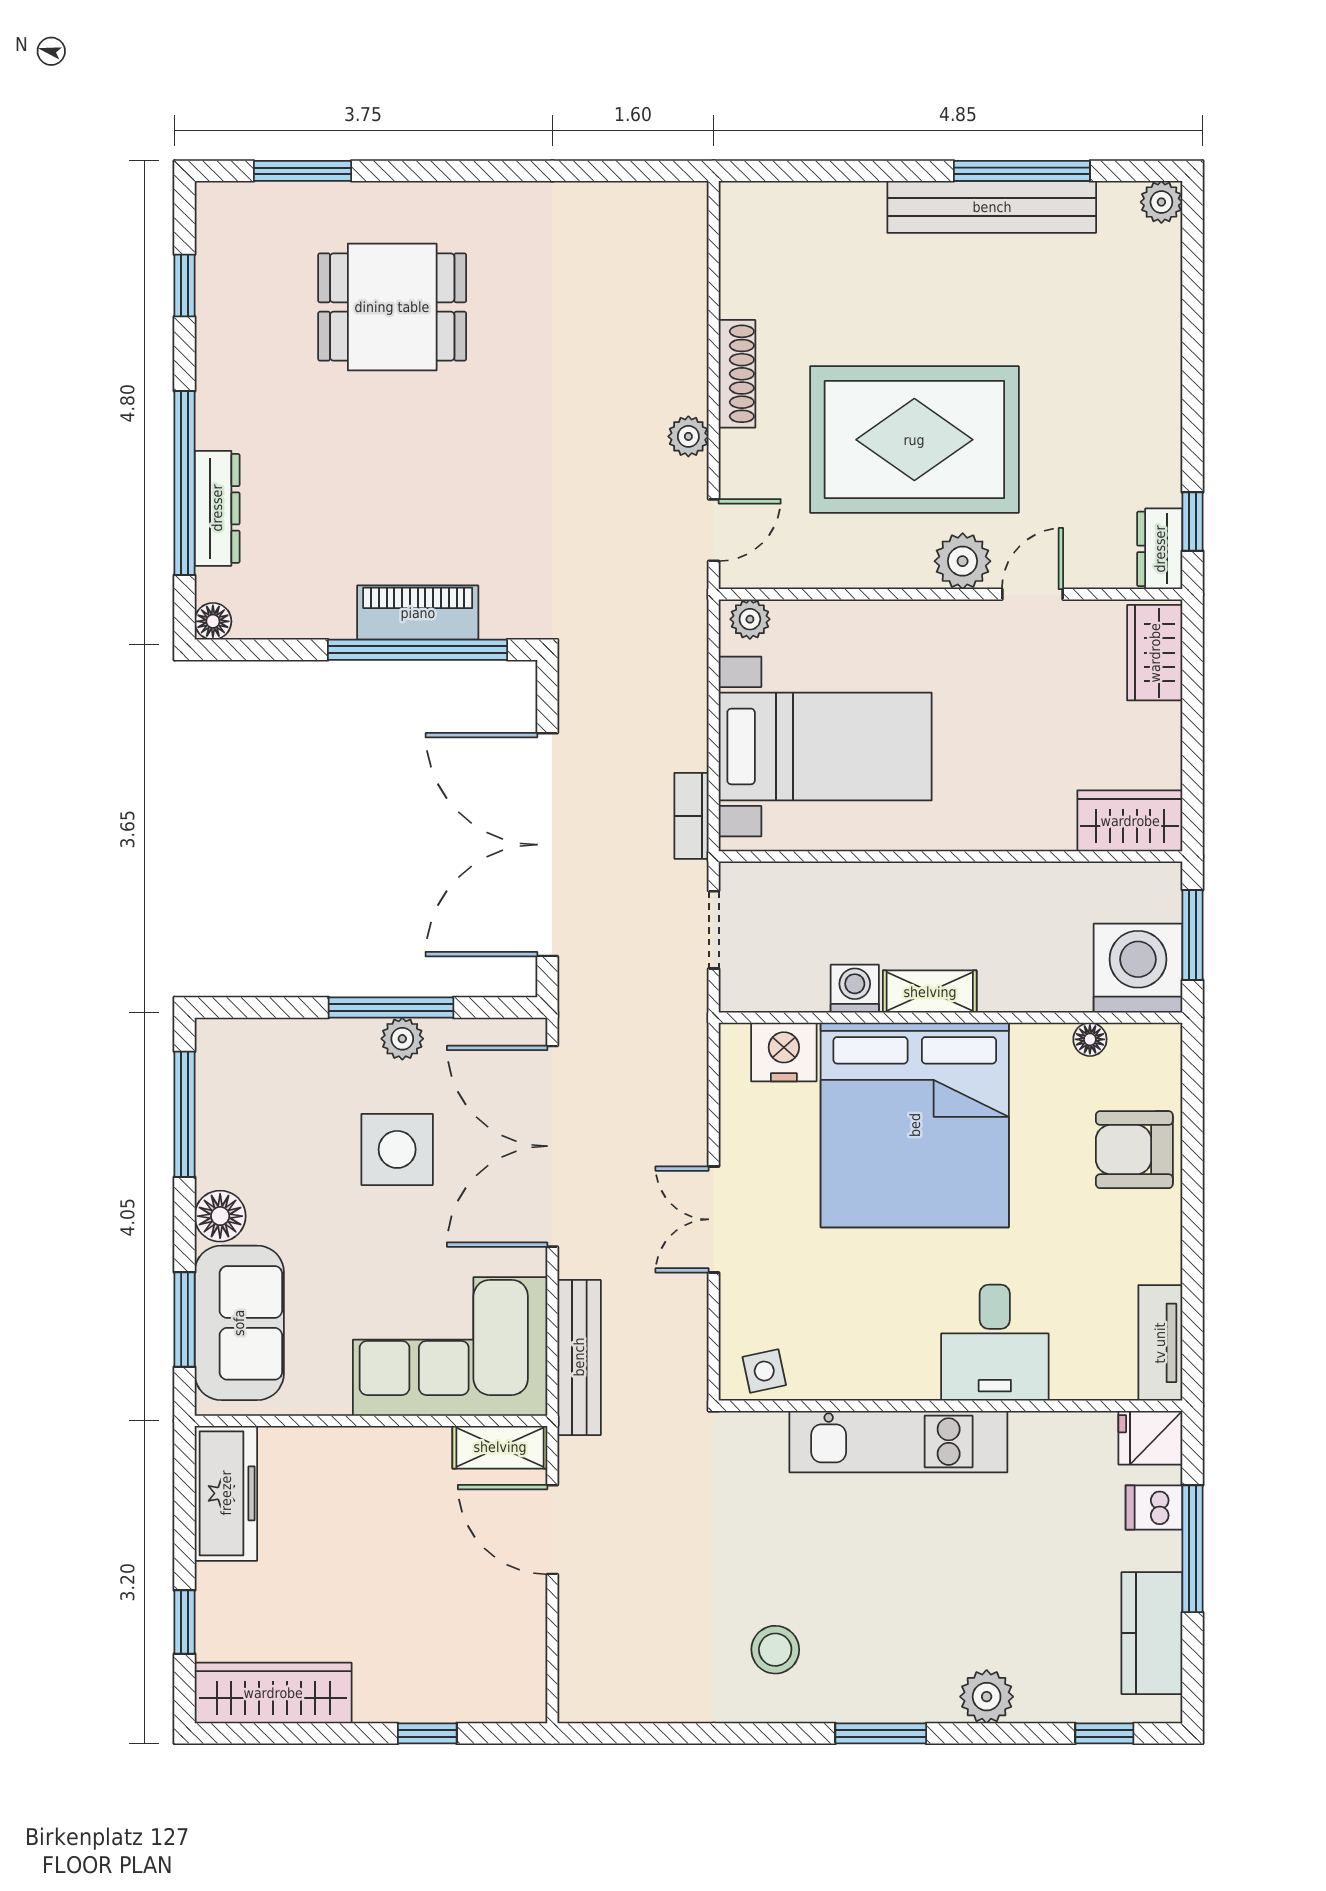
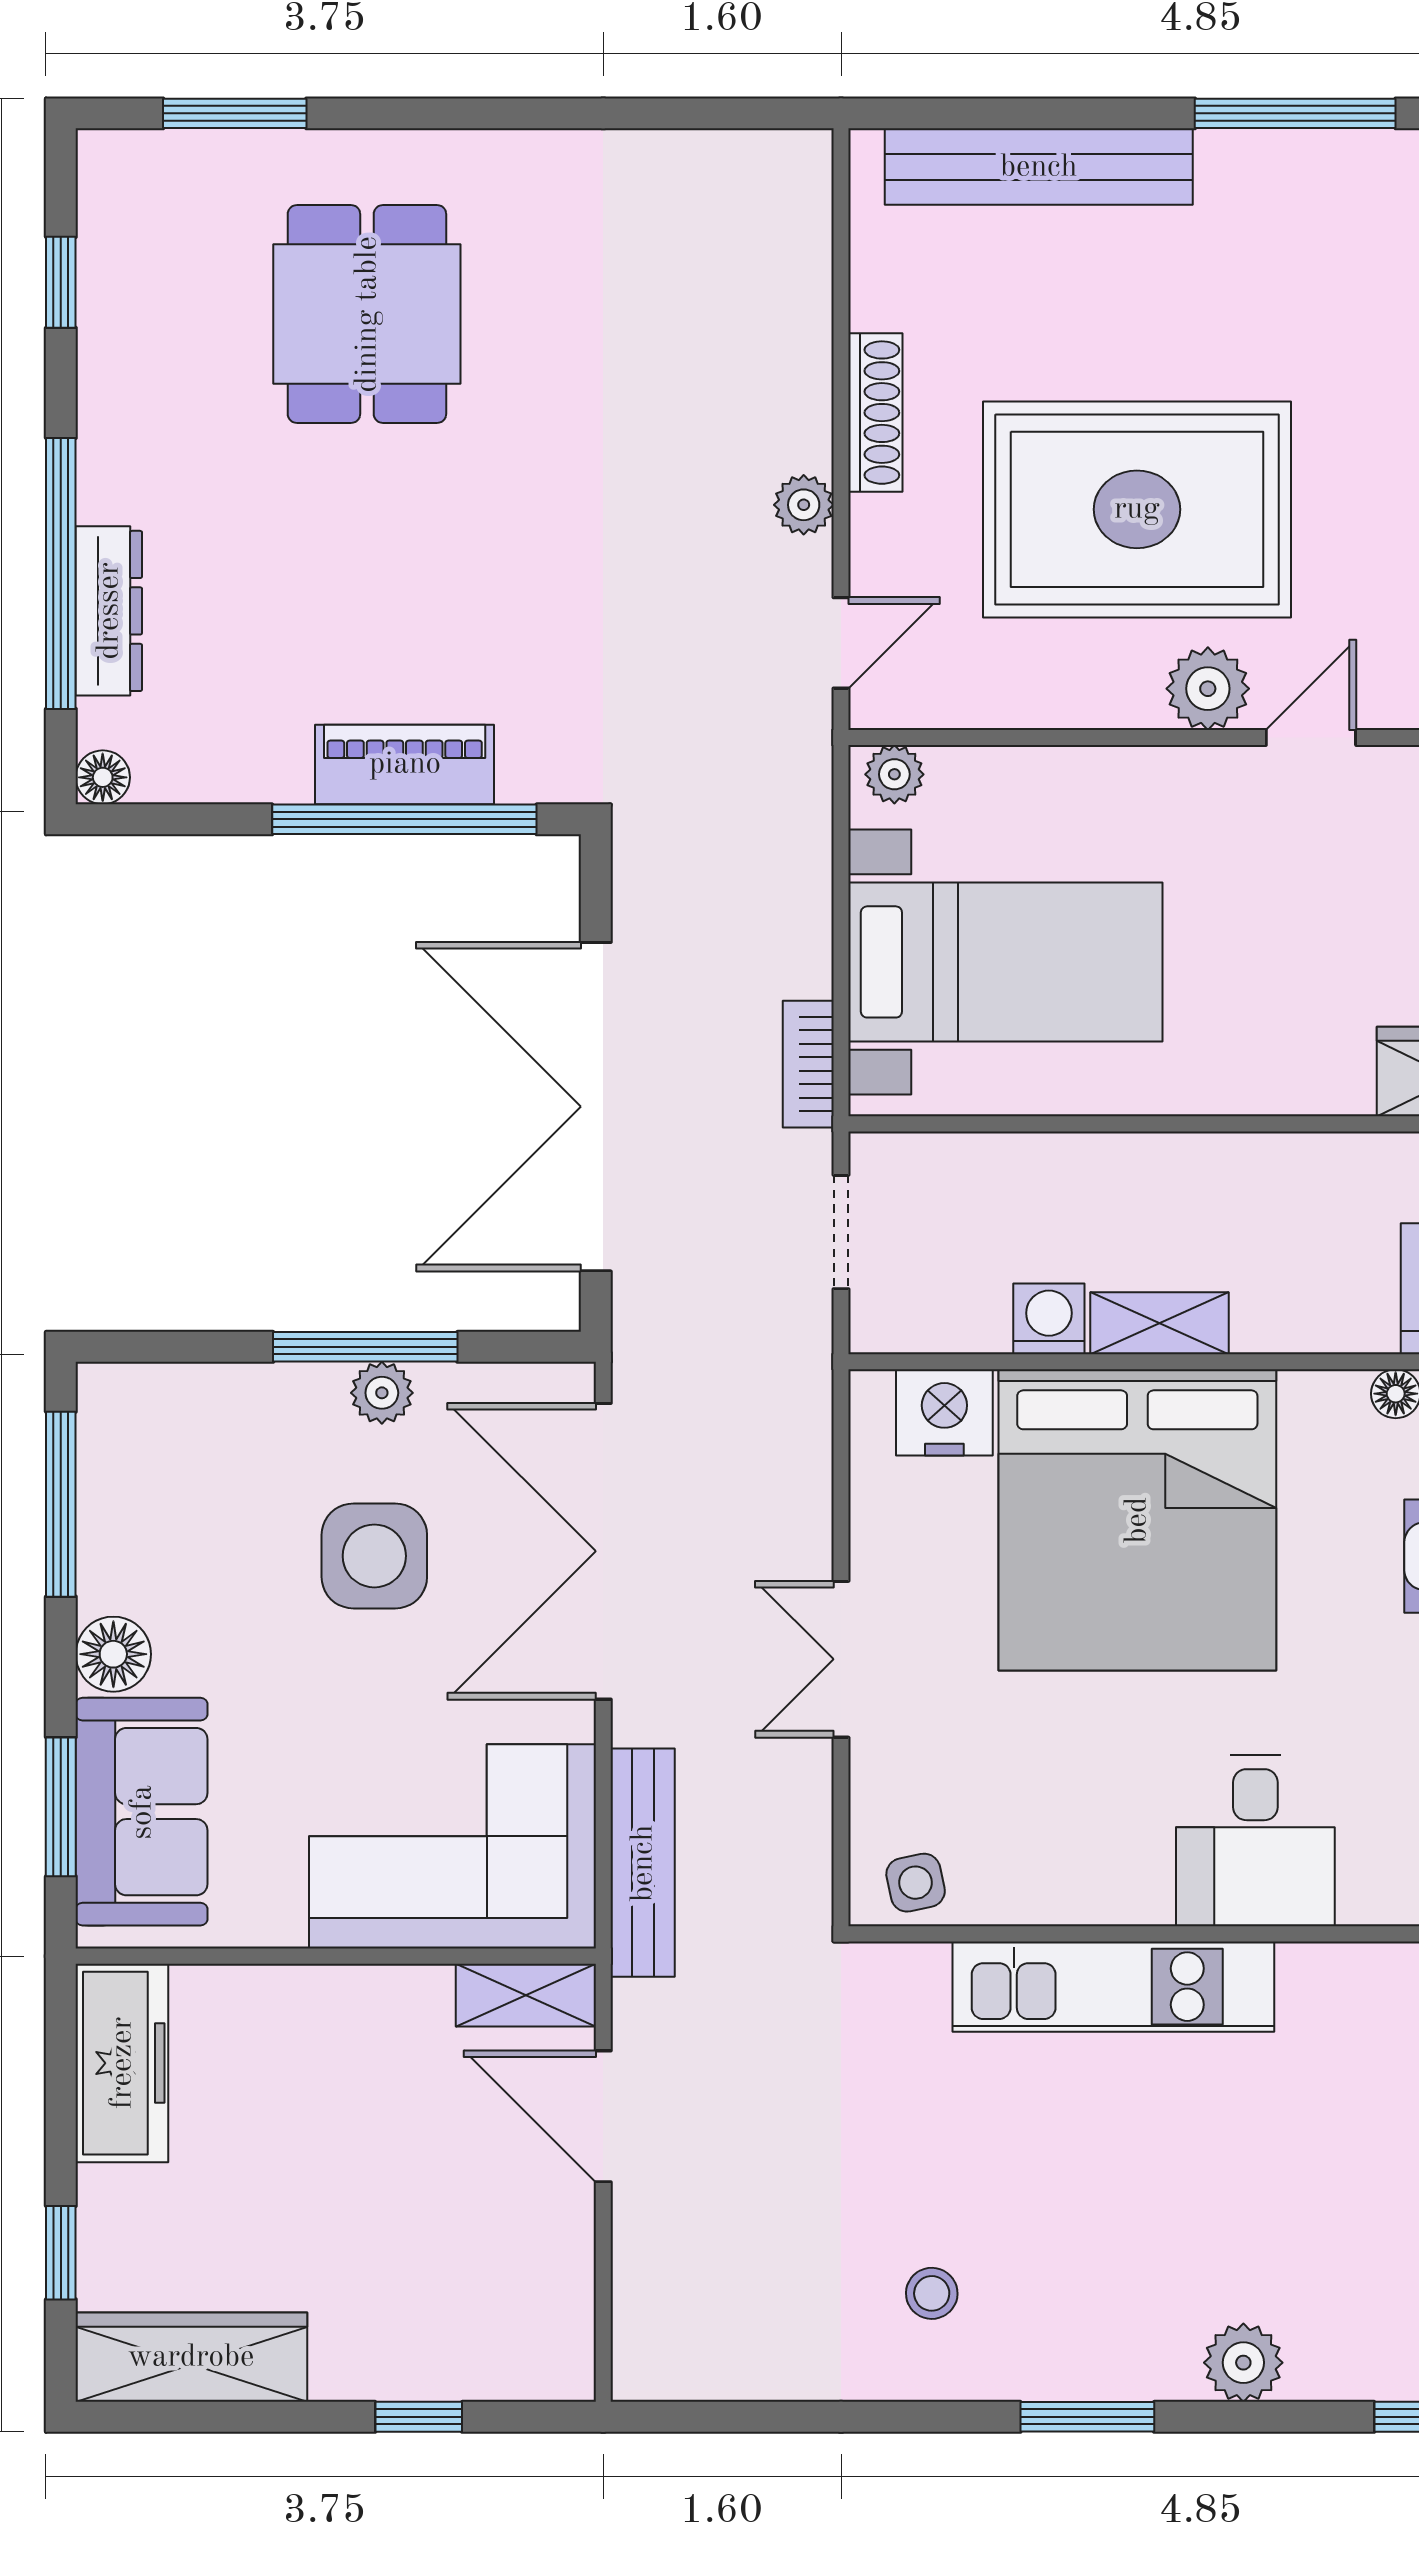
bench: (992, 207) -> (1039, 167), moved
dining table: (392, 307) -> (367, 314), turned 90
stool: (775, 1650) -> (932, 2293), width x0.73, depth x0.73

